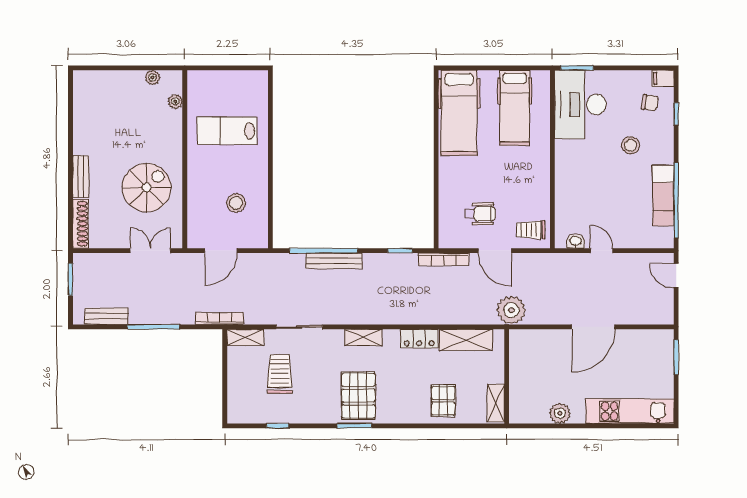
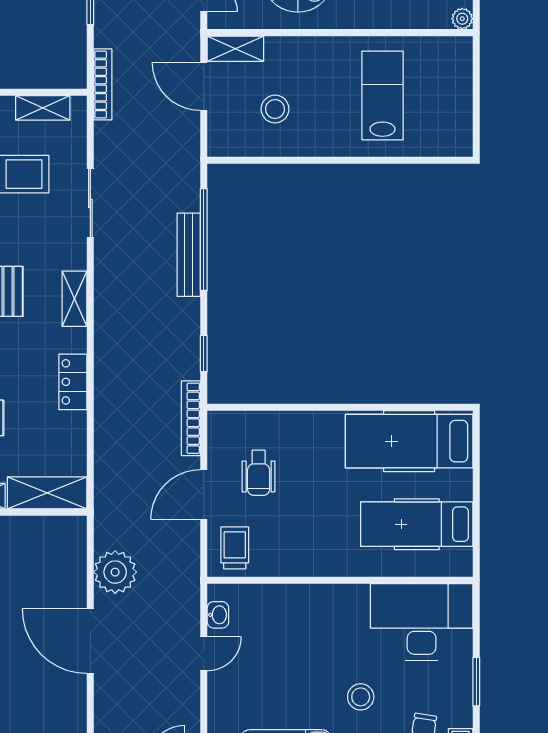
window: (577, 68) -> (476, 682), moved
plant: (175, 101) -> (462, 19), moved
shelving: (196, 229) -> (235, 49), added
plant: (511, 310) -> (115, 572), moved
shelving: (245, 337) -> (43, 108), moved, turned 90
shelving: (466, 340) -> (47, 493), moved, turned 90

